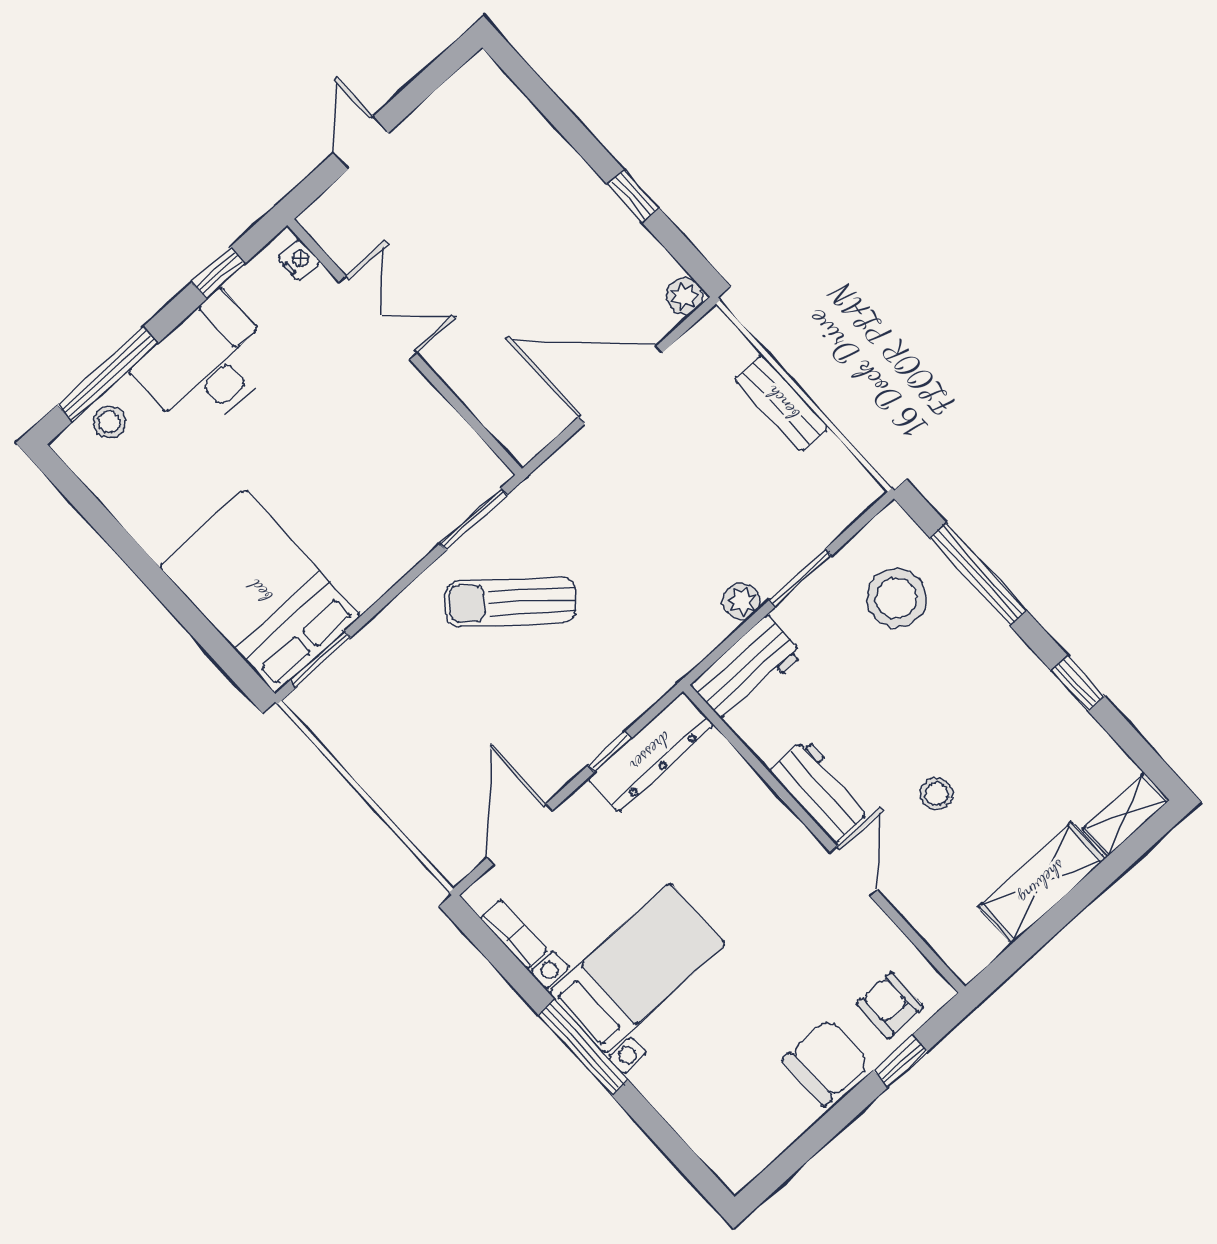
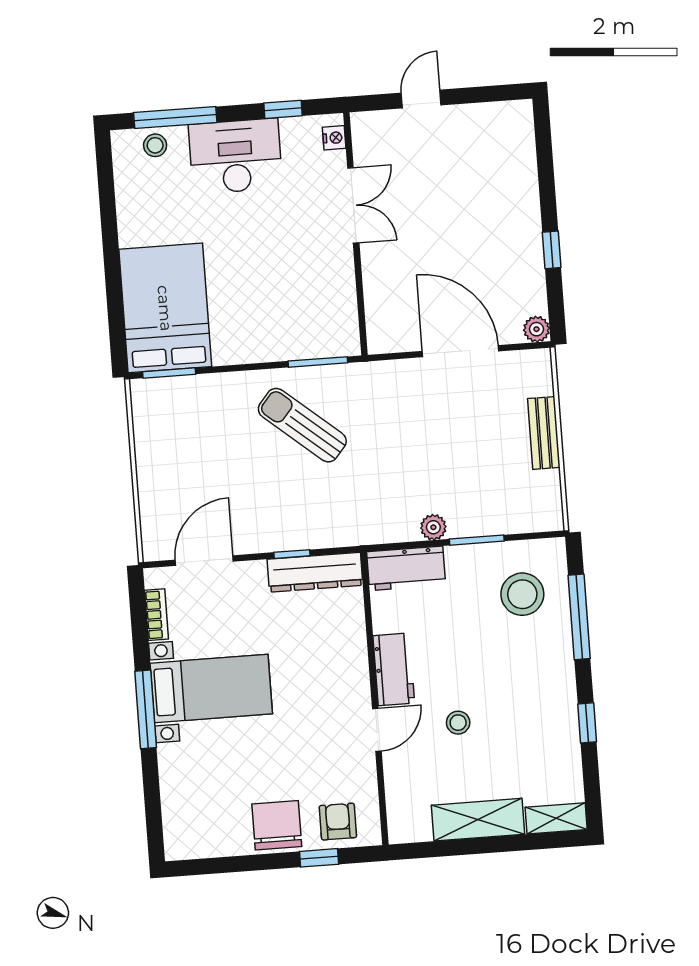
chair: (826, 1062) -> (277, 825), turned -90

